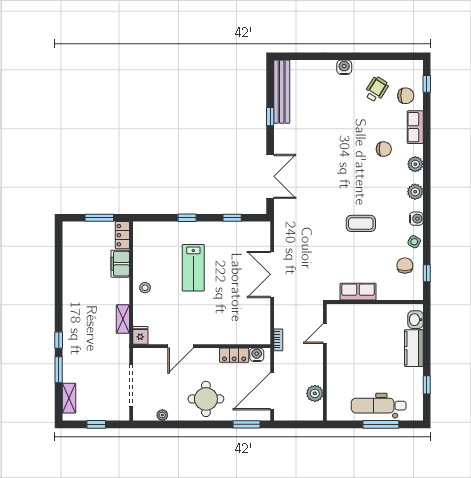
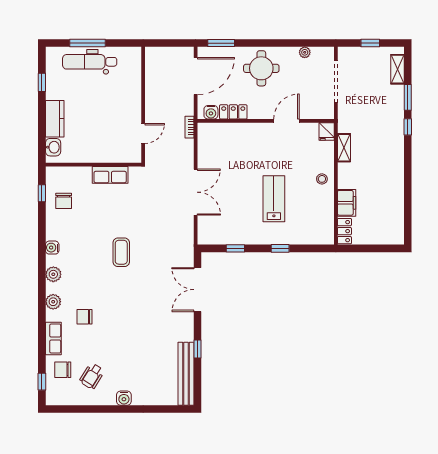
window: (99, 218) -> (367, 248), removed
coffee table: (361, 223) -> (121, 252), moved, turned 90
side table: (414, 242) -> (54, 225), removed
plant: (315, 393) -> (153, 74), removed
dental chair: (379, 406) -> (90, 62), turned 180

